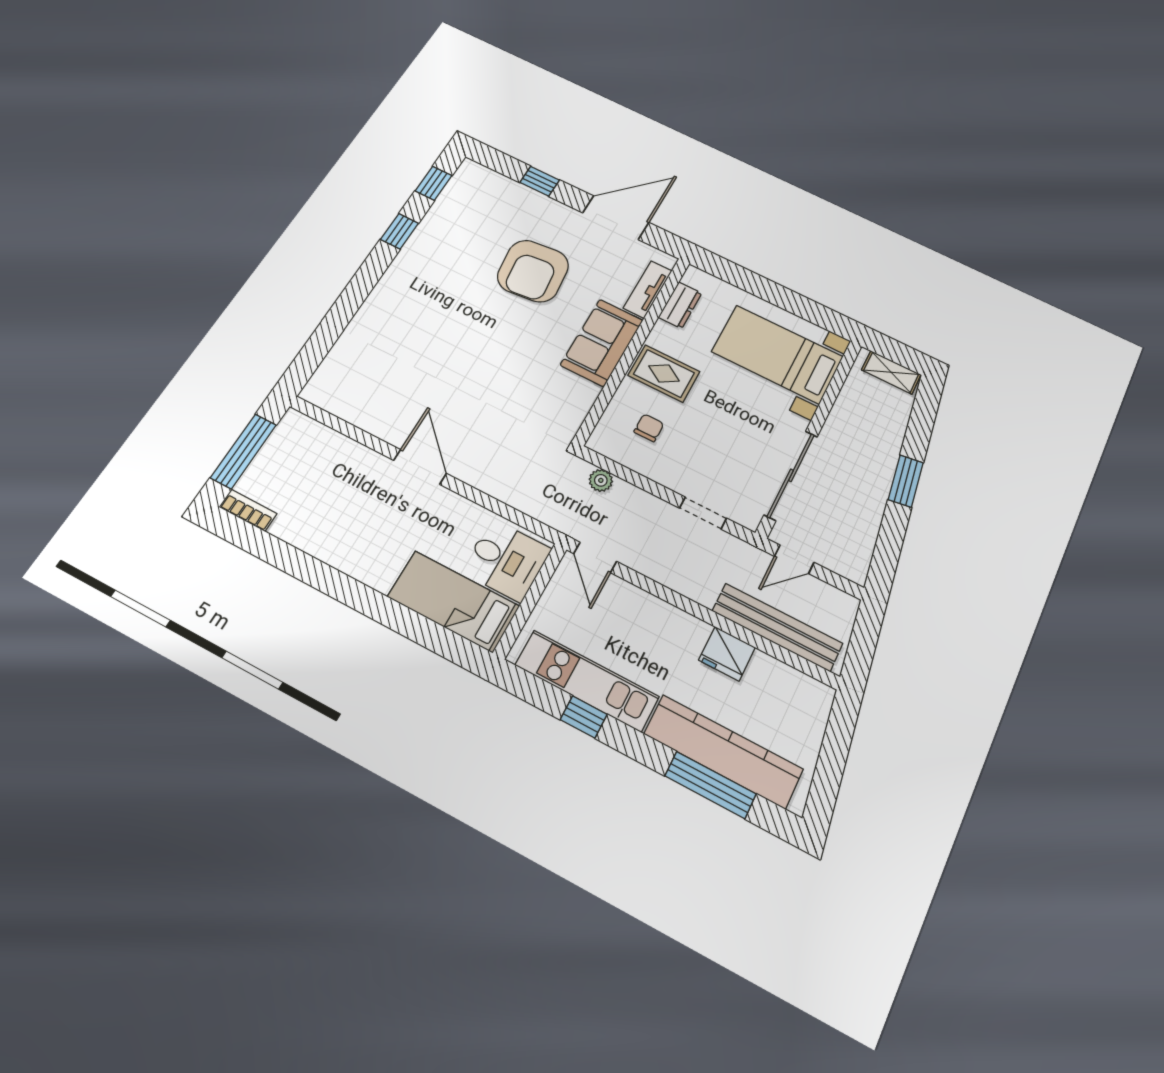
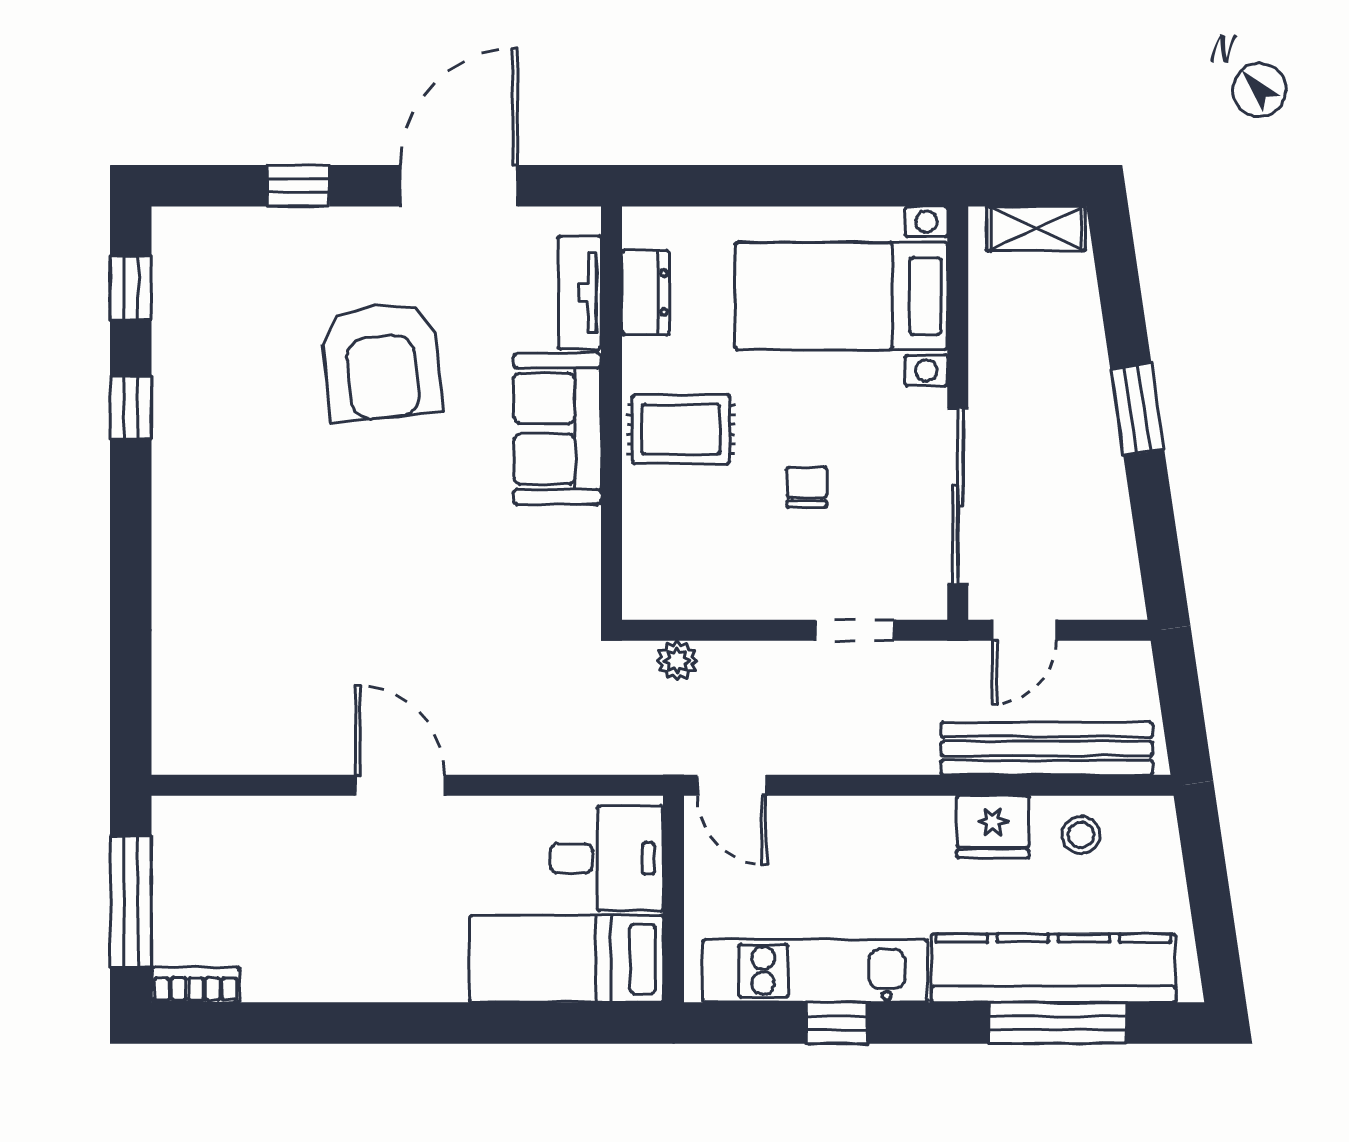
chair: (649, 428) -> (807, 487), moved
stool: (775, 684) -> (1081, 835), added

